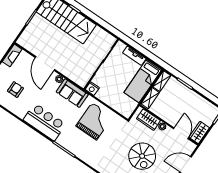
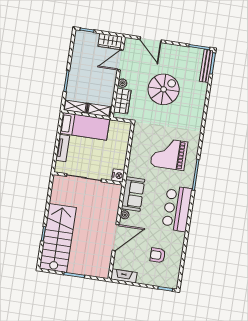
grand piano: (94, 121) -> (169, 154), moved

